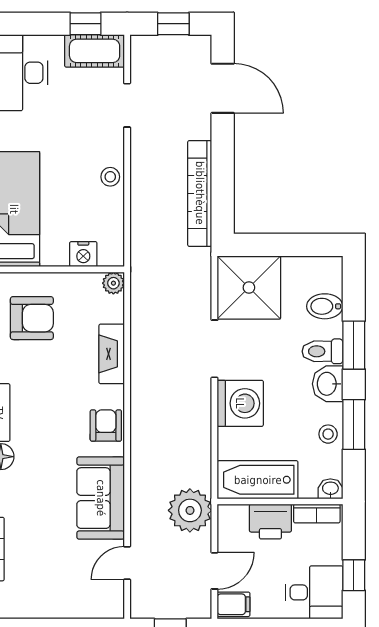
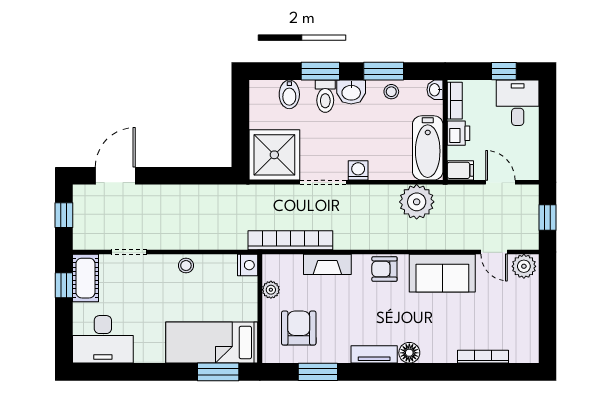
bookcase: (200, 193) -> (290, 240), moved, turned 180
nightstand: (83, 254) -> (248, 265), moved
plant: (113, 283) -> (271, 290), moved
washing machine: (240, 403) -> (358, 170), width x0.53, depth x0.53
plant: (190, 510) -> (417, 202), moved
printer: (270, 522) -> (458, 133), width x0.73, depth x0.81
plant: (109, 600) -> (524, 266), added
filing cabinet: (234, 604) -> (460, 170), moved, turned 90

